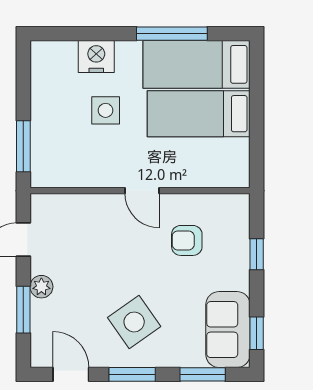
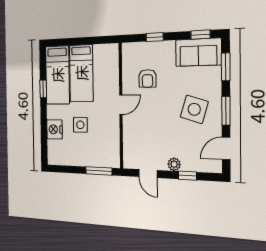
window: (172, 34) -> (43, 89), width x0.46
window: (23, 310) -> (187, 176), width x0.67
side table: (134, 322) -> (194, 109), turned -38

